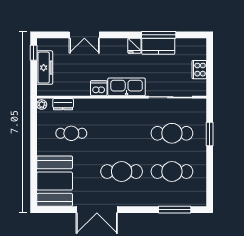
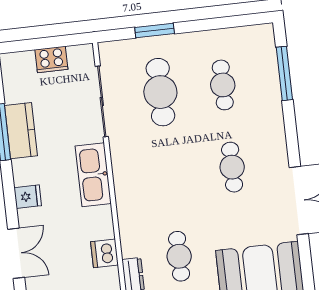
fridge: (134, 46) -> (28, 197), moved
dishwasher: (99, 88) -> (104, 253), moved
cafe table: (122, 172) -> (232, 167), width x0.73, depth x0.74
cafe table: (172, 172) -> (223, 85), width x0.73, depth x0.74

